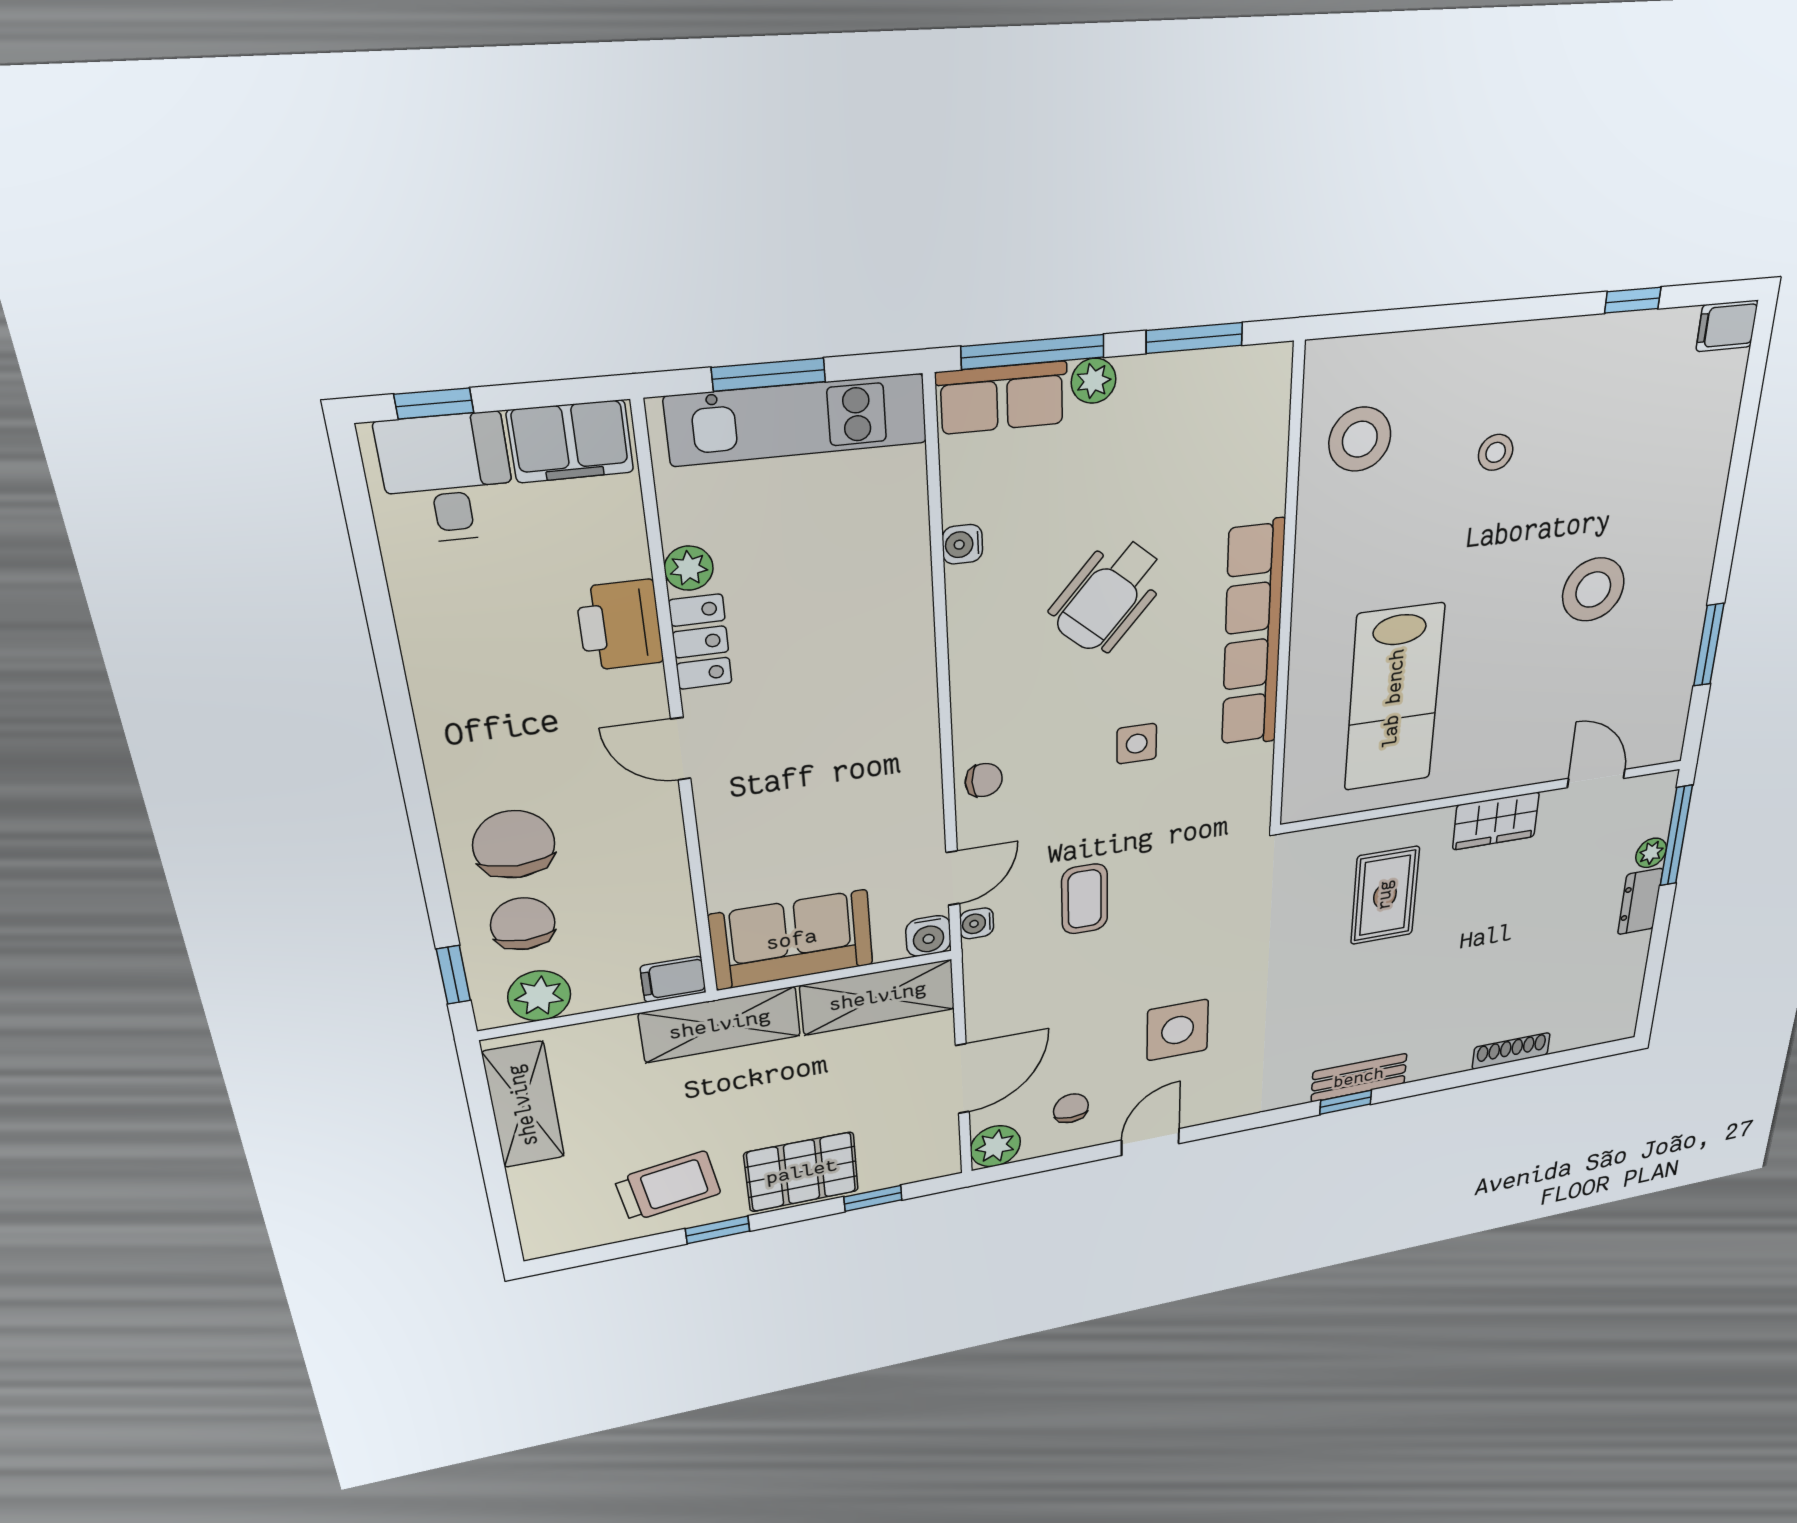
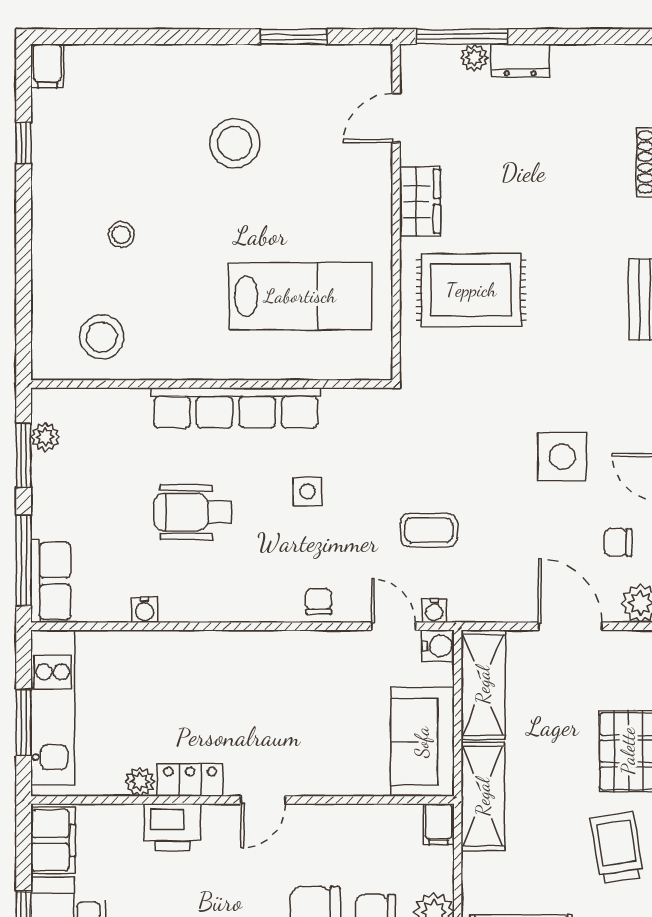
plant: (1094, 381) -> (45, 437), moved
wheelchair: (1108, 596) -> (193, 512), turned 139
rug: (1385, 895) -> (471, 290), width x1.36, depth x1.43

